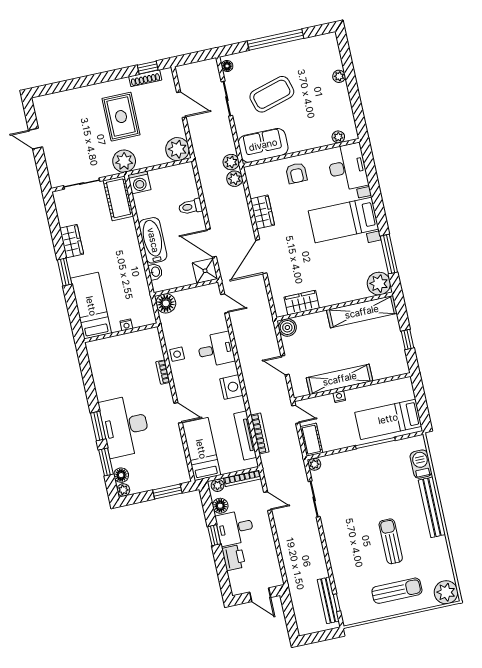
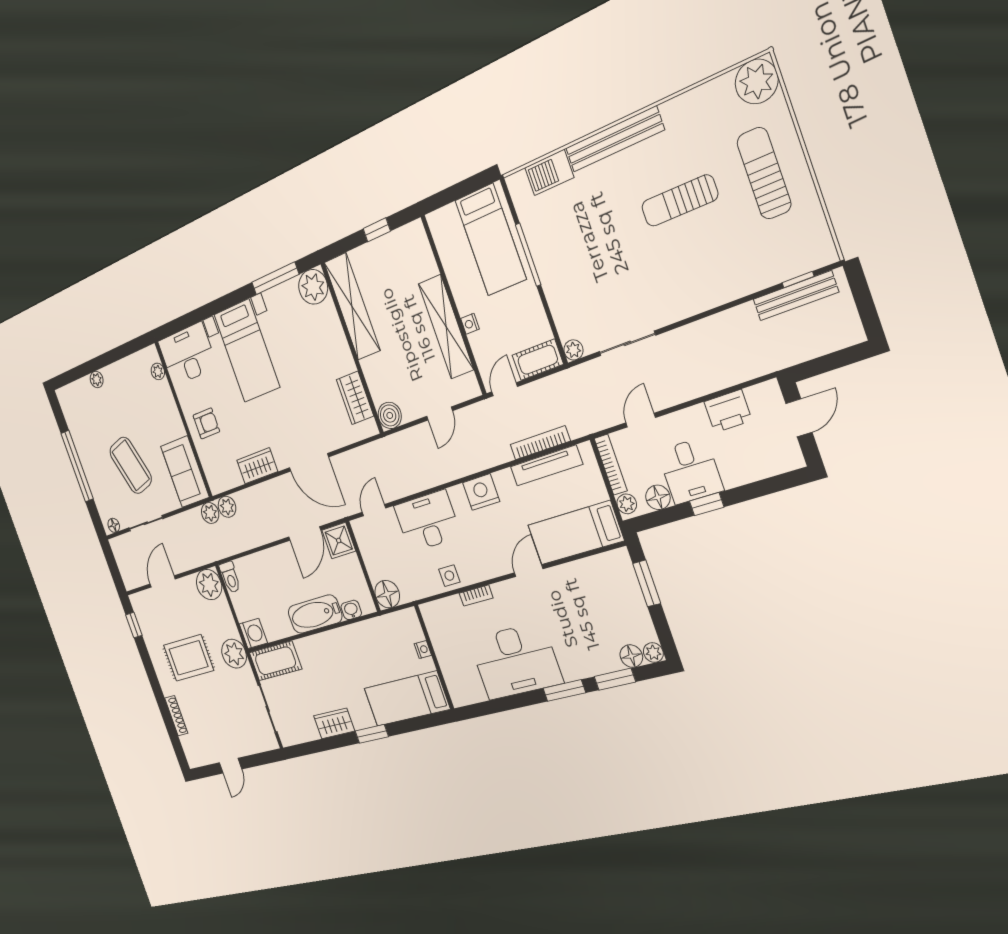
shoe rack: (145, 78) -> (176, 716), moved
toilet: (190, 207) -> (230, 577), moved
desk: (216, 349) -> (427, 521), width x1.37
desk: (125, 426) -> (516, 661), moved
printer: (234, 558) -> (728, 411), moved, turned 180

